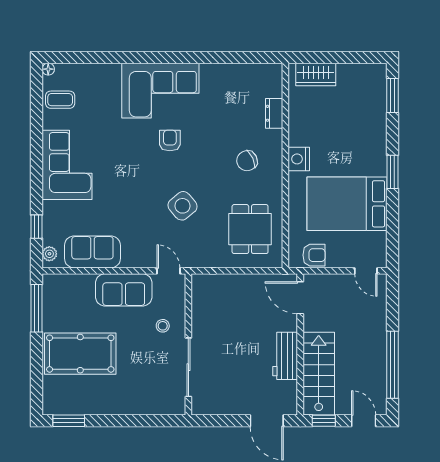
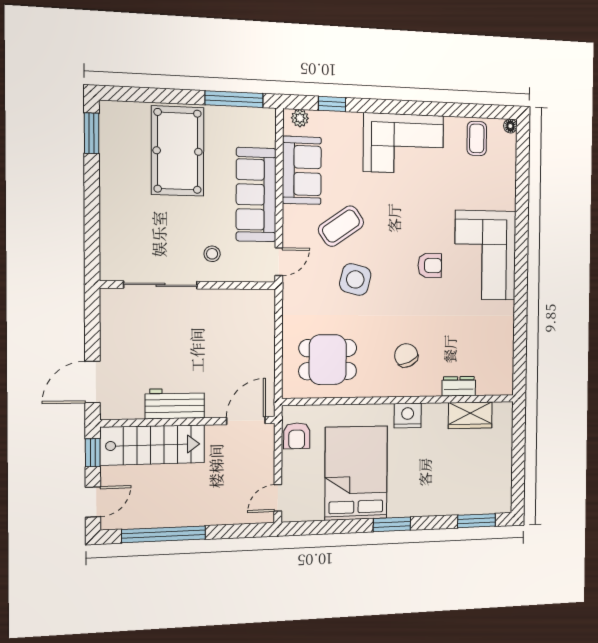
wardrobe: (316, 75) -> (470, 415), moved, turned -90
side table: (183, 206) -> (355, 279), turned -36
coffee table: (138, 218) -> (341, 226), added
sofa: (124, 290) -> (256, 195), width x1.36

